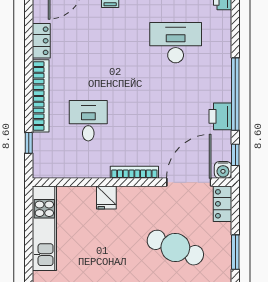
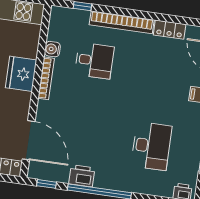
water cooler: (223, 170) -> (52, 49), moved
bookcase: (134, 172) -> (46, 78), moved
fridge: (106, 197) -> (21, 74), width x1.88, depth x1.34

